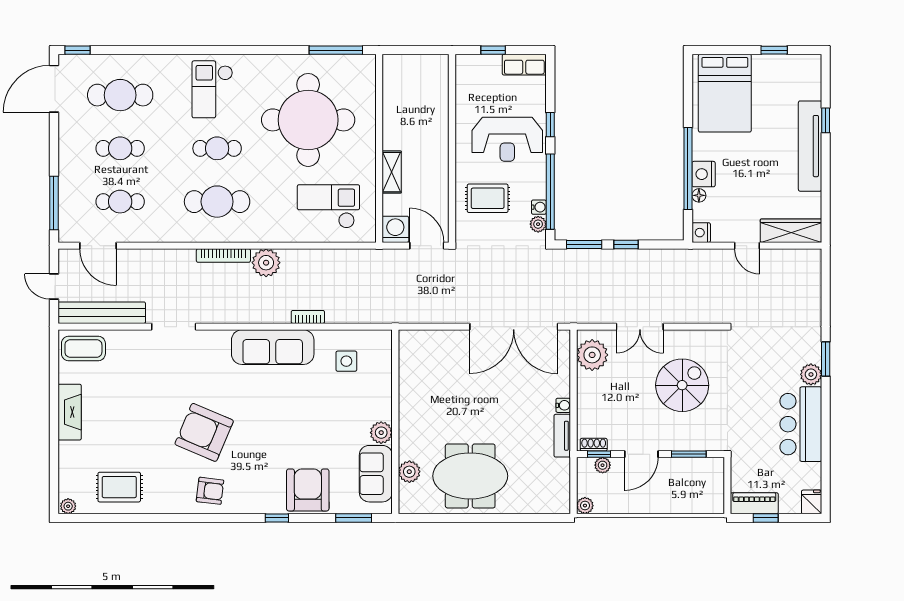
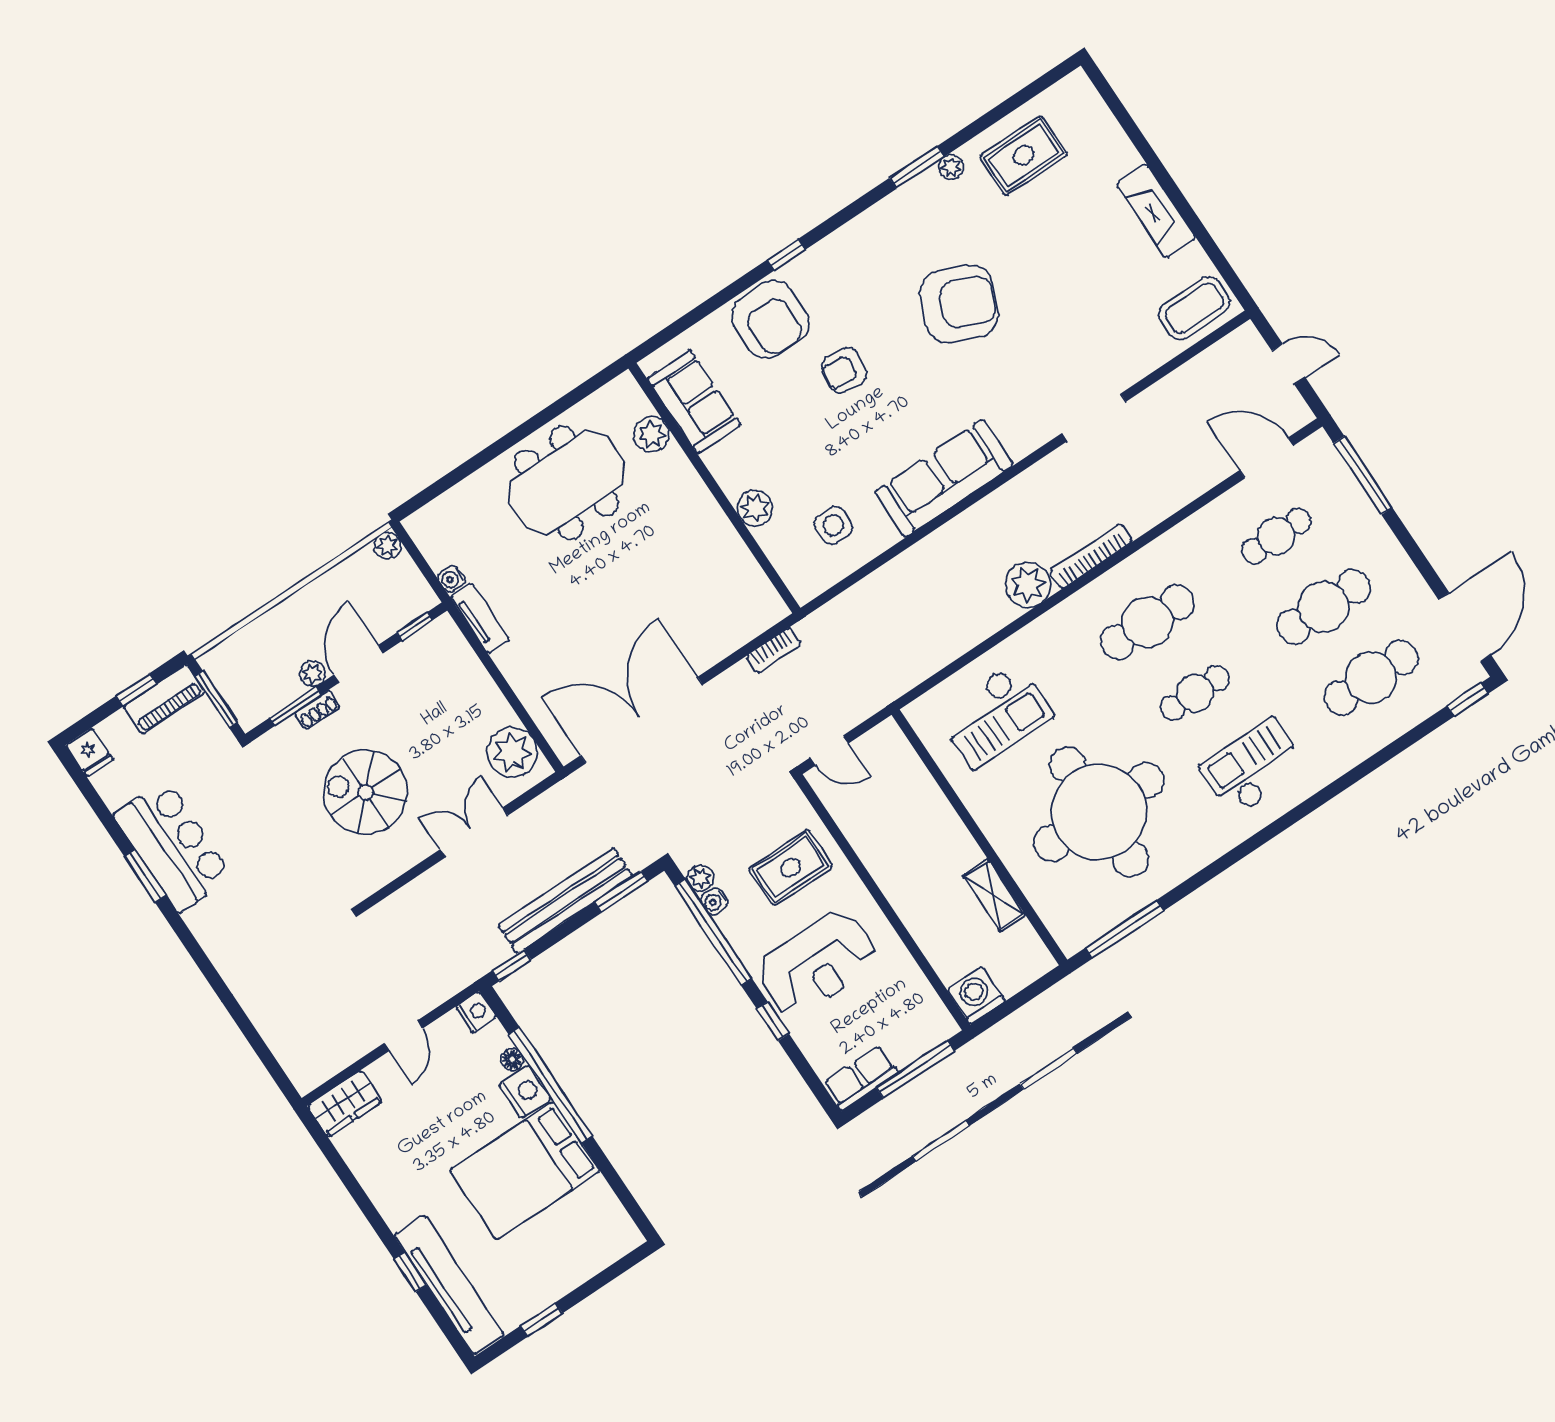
window: (493, 50) -> (915, 1069), width x2.17
checkout: (212, 89) -> (1254, 767), turned -90
bed: (725, 93) -> (525, 1171), moved, turned -90
reception desk: (507, 139) -> (817, 963), turned 180
tv unit: (810, 146) -> (449, 1285), moved
cafe table: (120, 148) -> (1324, 607), width x1.37, depth x1.35
shelving: (392, 172) -> (994, 895), moved
washing machine: (395, 229) -> (976, 995), moved, turned 180
wardrobe: (791, 231) -> (345, 1104), width x0.67
window: (626, 245) -> (512, 965), moved
door: (427, 246) -> (829, 751), width x0.73
door: (747, 246) -> (403, 1036), swing flipped
bench: (102, 313) -> (565, 901), moved
bookcase: (308, 317) -> (774, 650), moved
window: (826, 359) -> (145, 876), moved
plant: (811, 374) -> (204, 921), removed
spiral stairs: (682, 385) -> (366, 792), turned 90
water cooler: (563, 405) -> (452, 579), moved
plant: (381, 433) -> (755, 508), moved
shoe rack: (594, 445) -> (317, 710), moved
plant: (603, 465) -> (312, 674), moved
window: (727, 485) -> (216, 699), added
armchair: (210, 491) -> (844, 370), moved
plant: (68, 506) -> (951, 167), moved
window: (354, 518) -> (917, 167), moved

